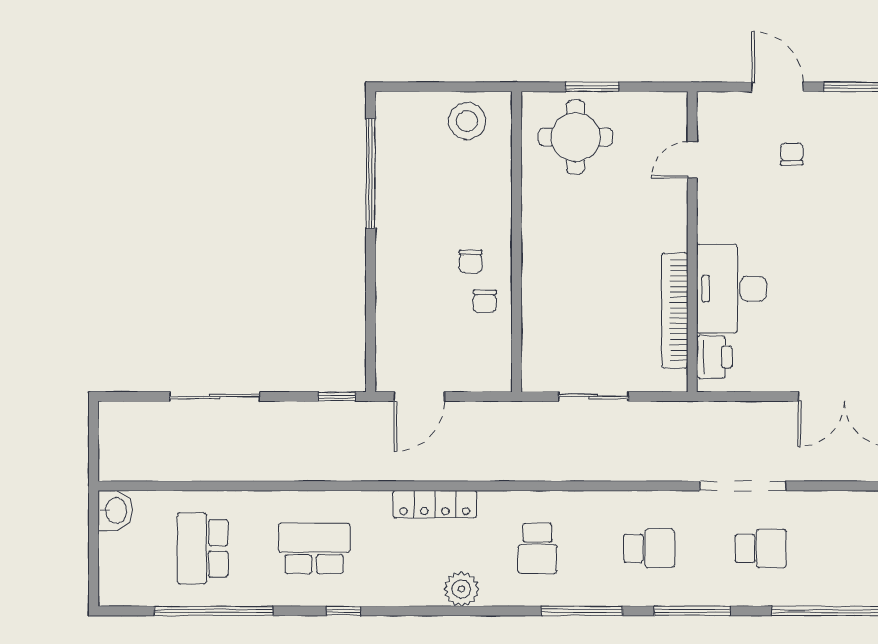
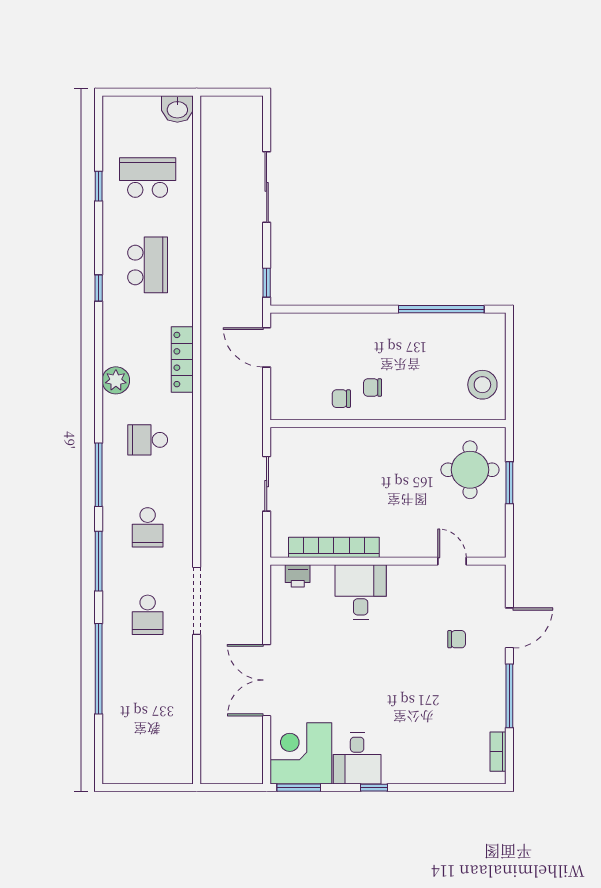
desk: (732, 289) -> (361, 592), width x0.73
printer: (714, 357) -> (298, 576), width x0.73, depth x0.81
window: (214, 611) -> (99, 186), width x0.32

